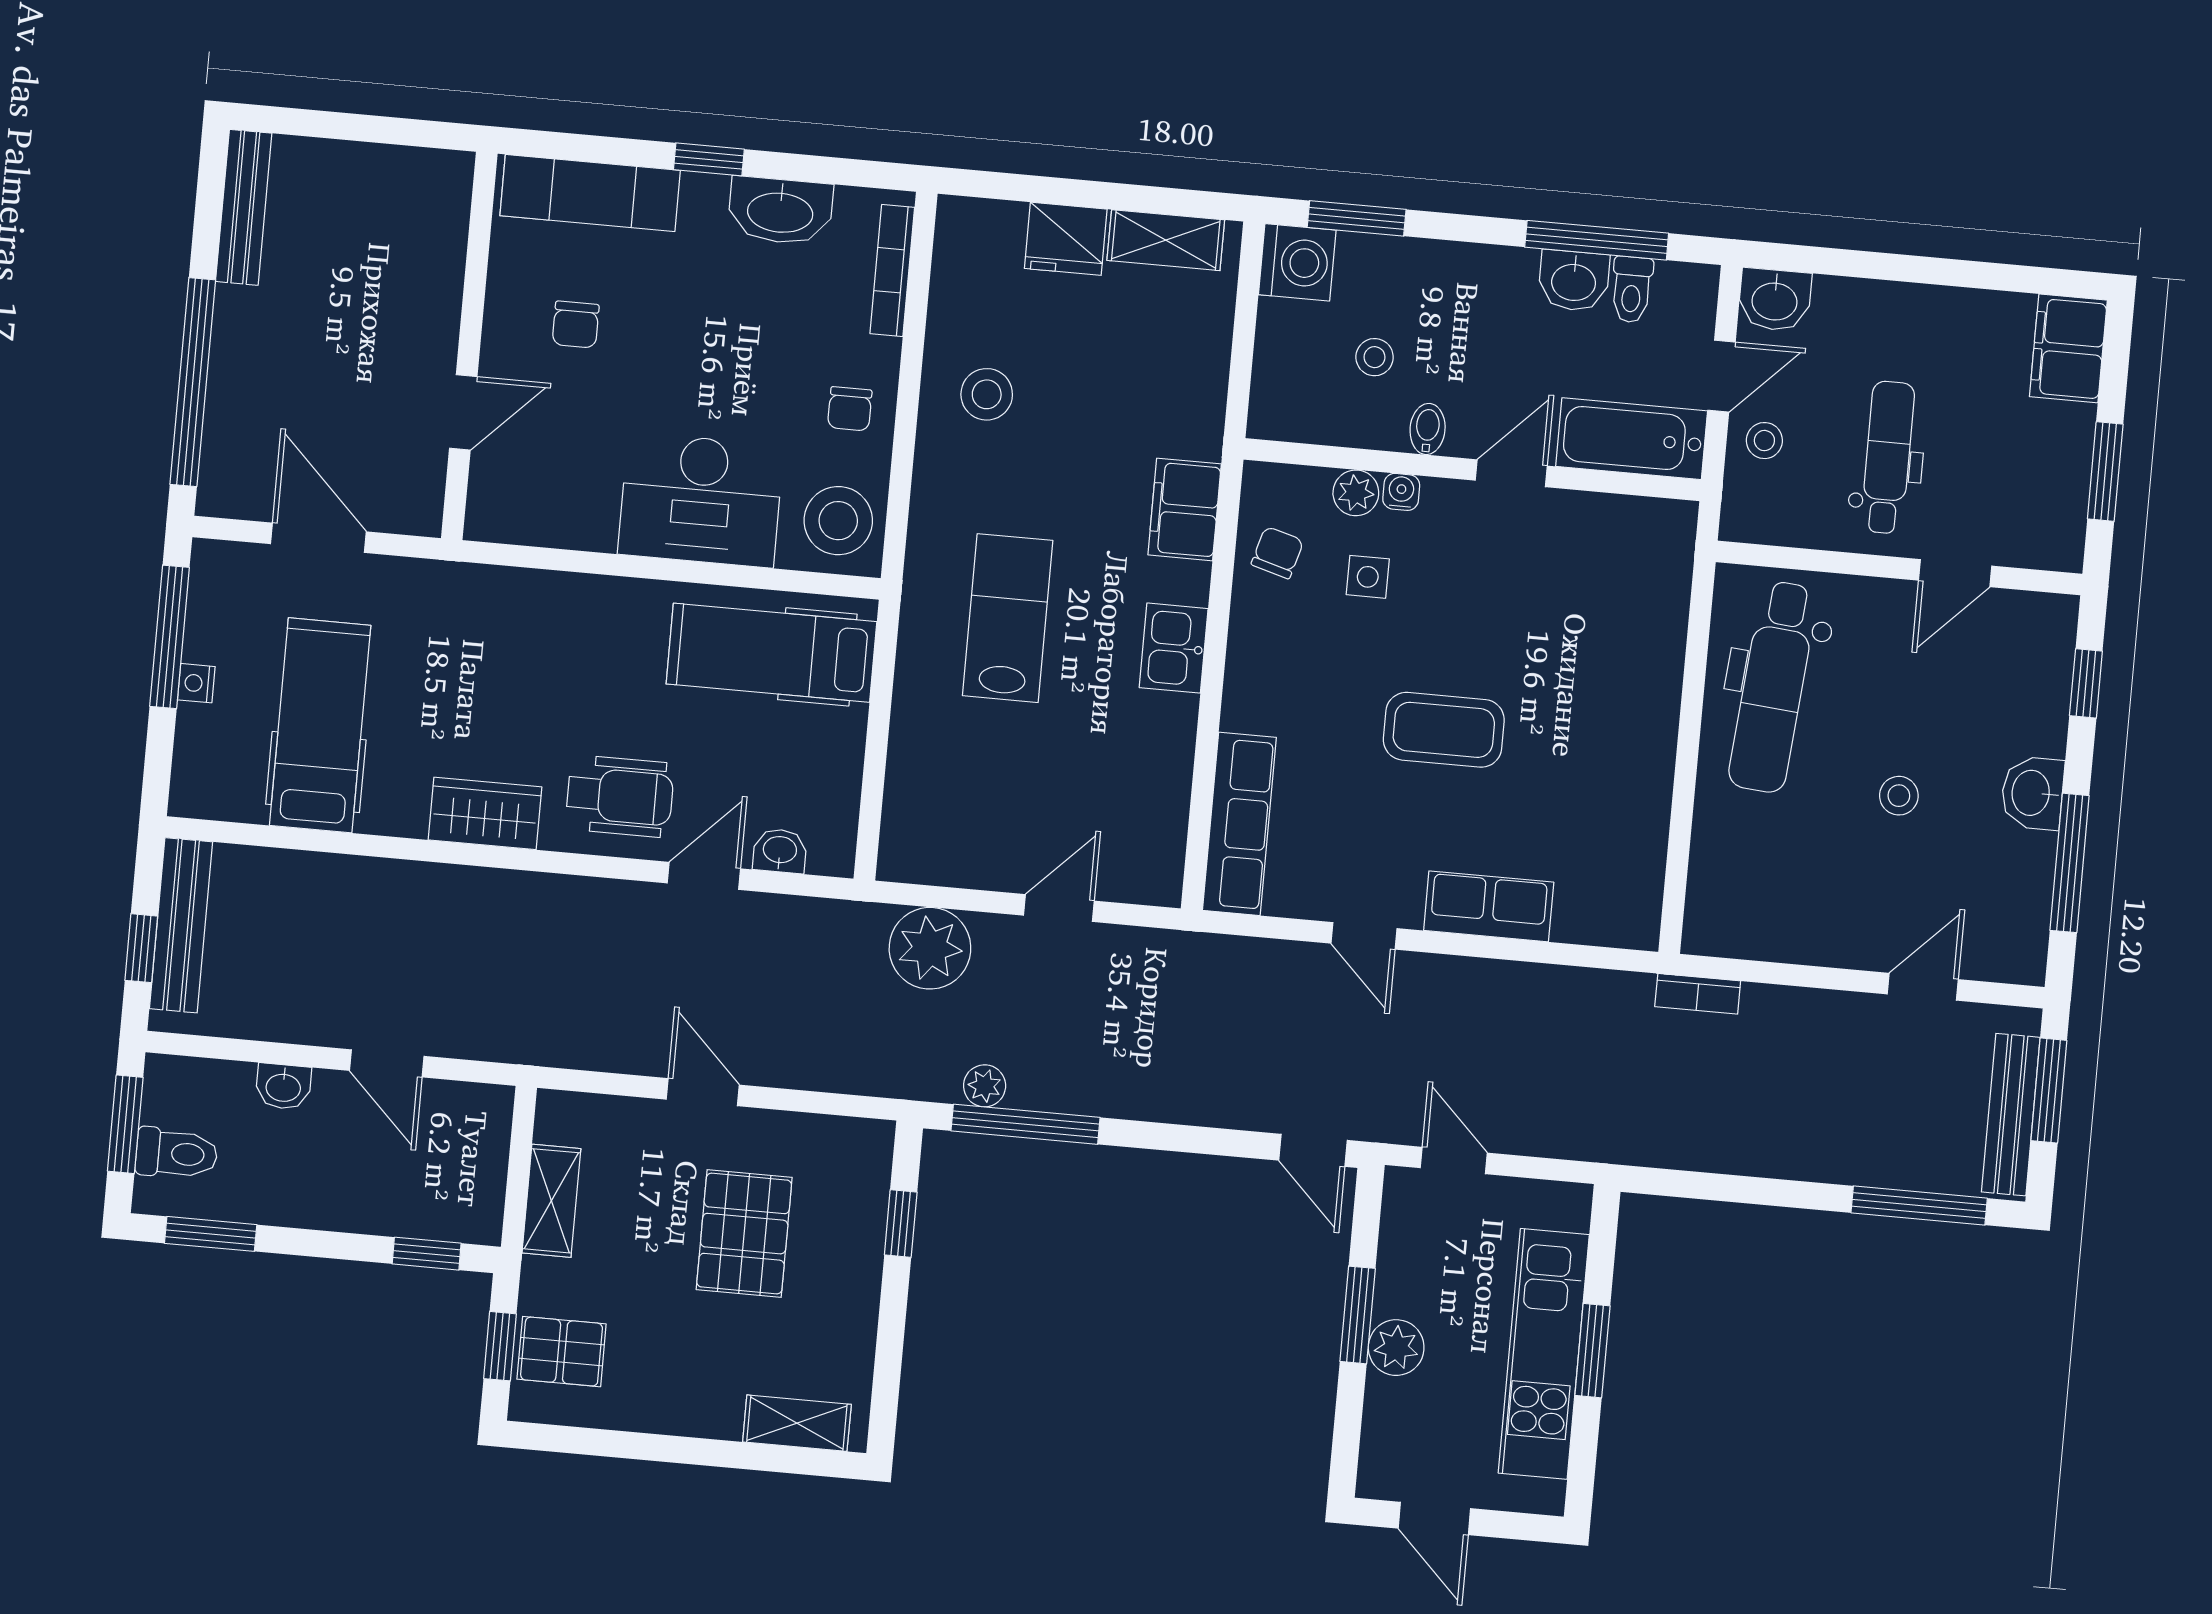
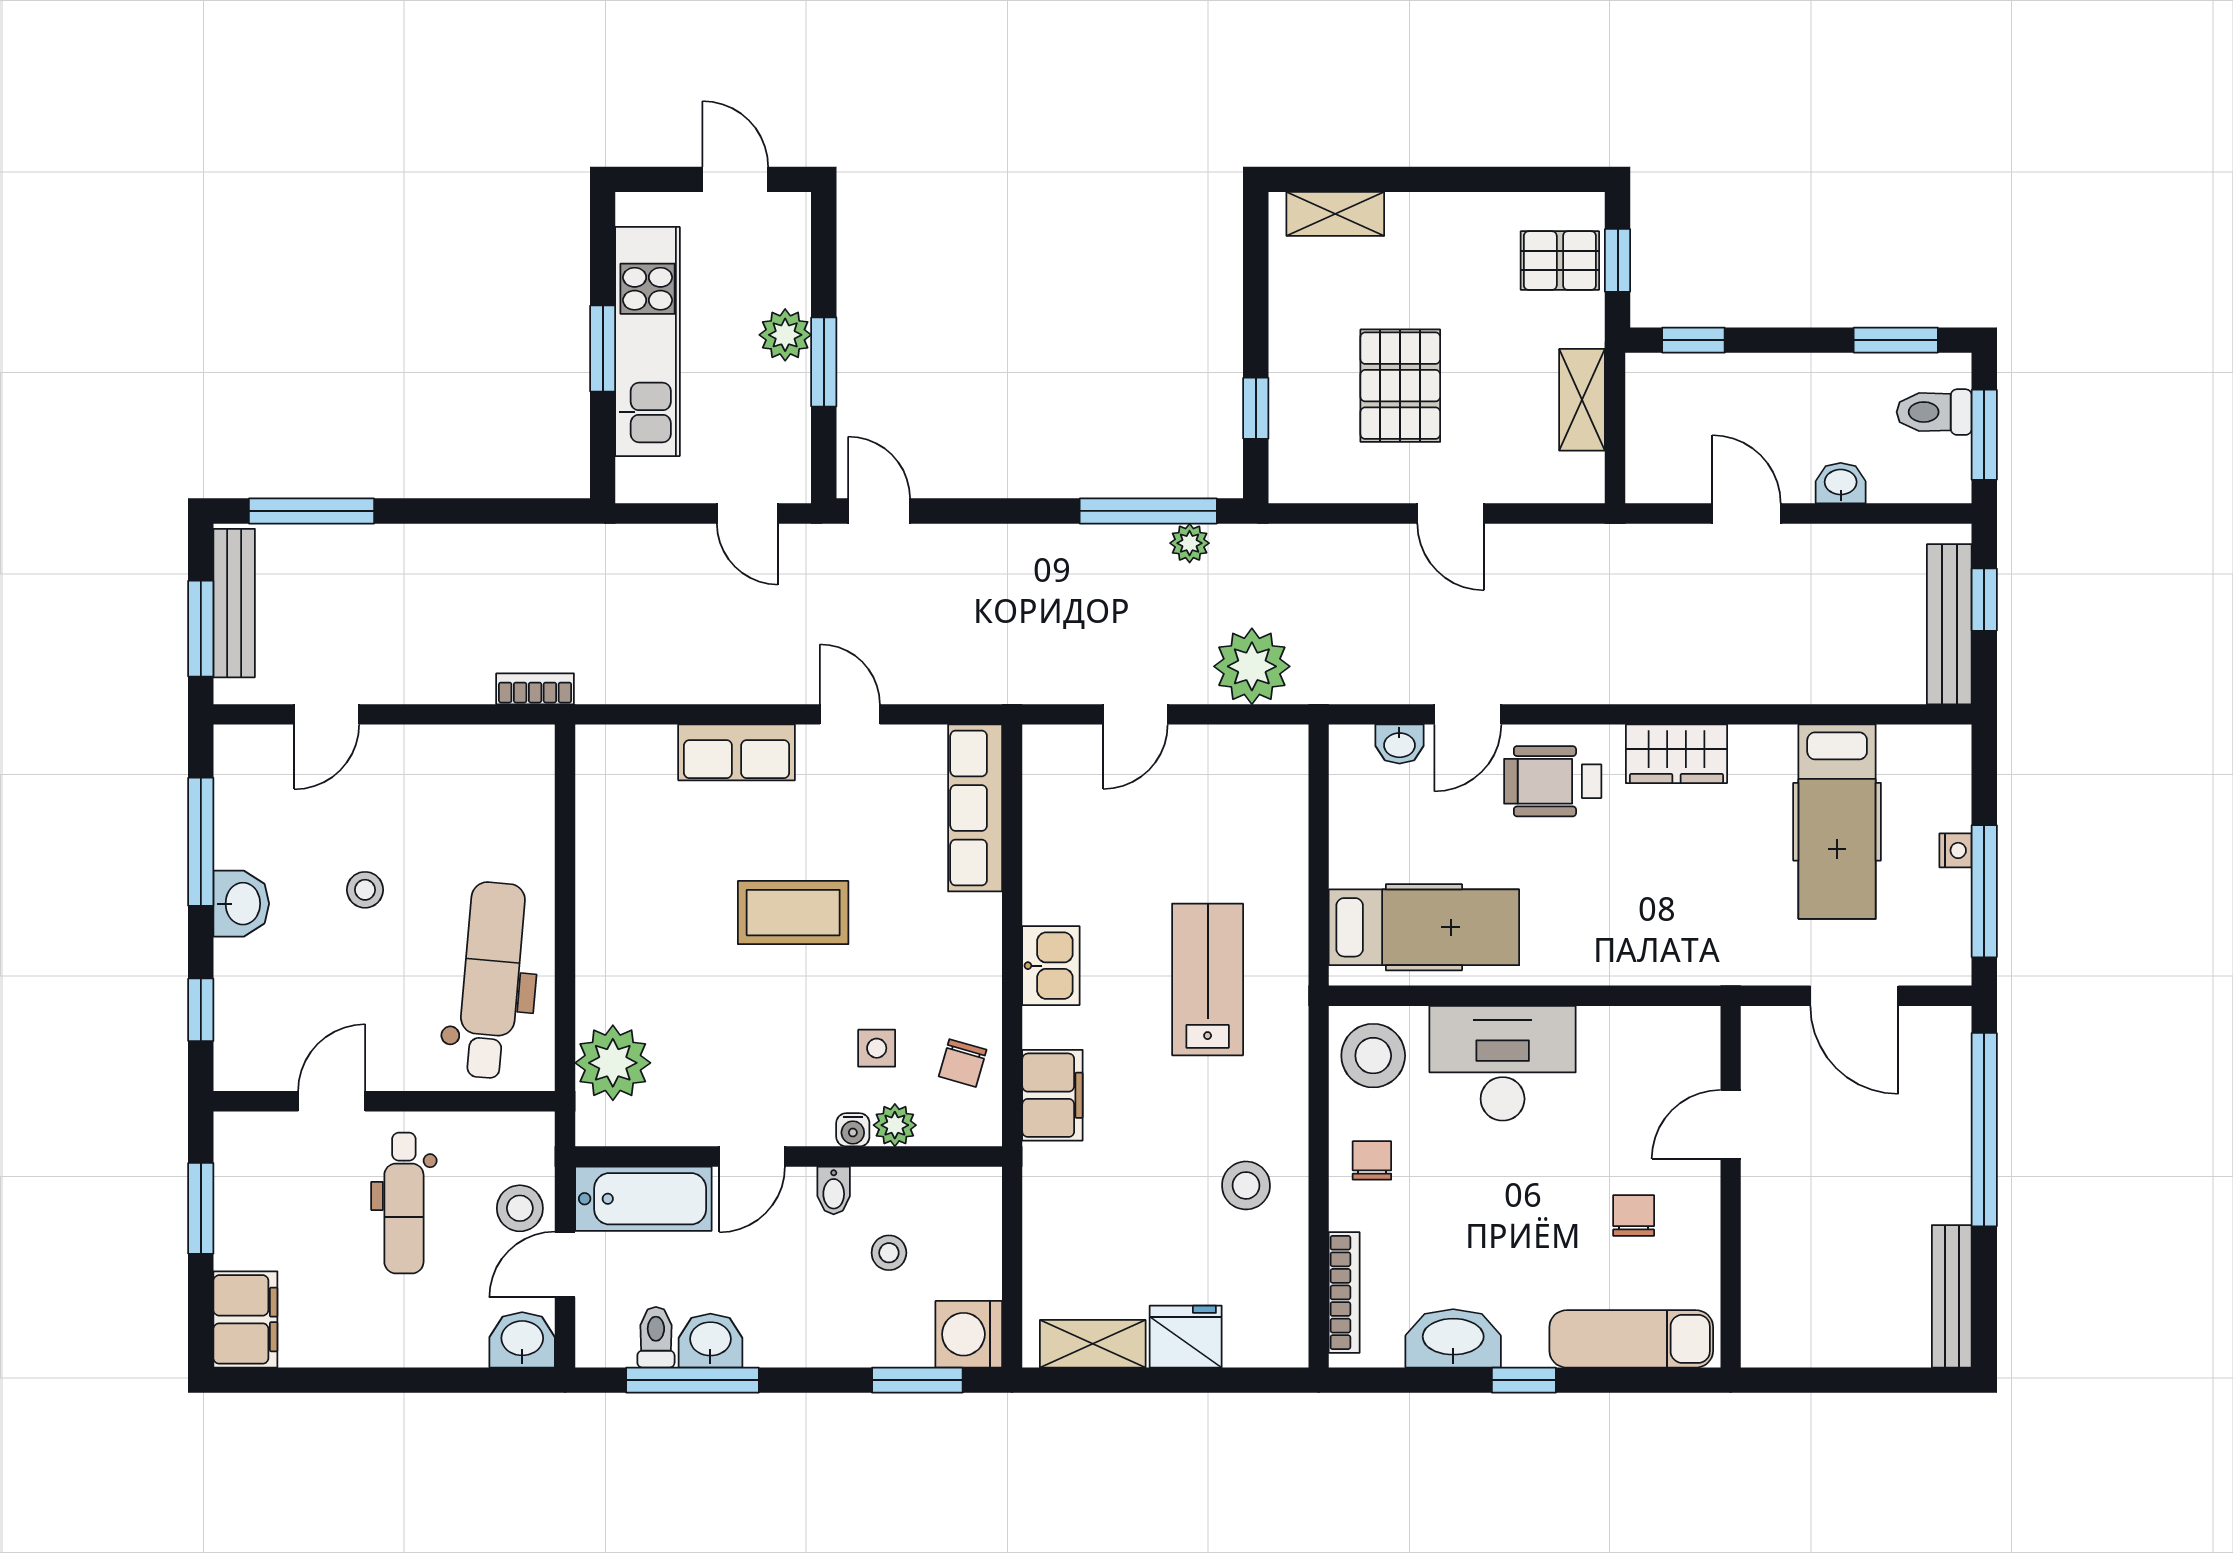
stool: (1764, 441) -> (520, 1208), width x1.37, depth x1.37
plant: (1651, 587) -> (613, 1063), added
lab bench: (1008, 618) -> (1208, 979), turned 180

